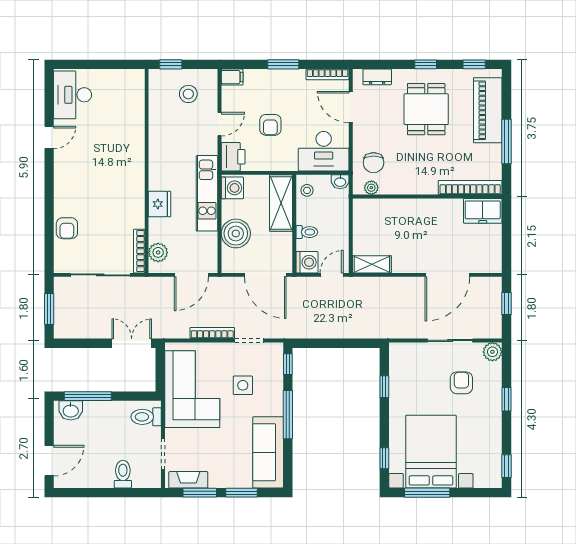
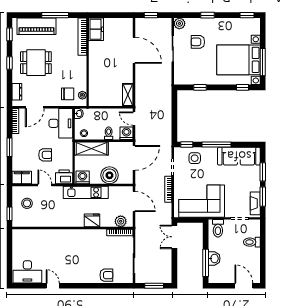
filing cabinet: (232, 77) -> (22, 177), width x2.00
side table: (243, 385) -> (195, 158), moved
washbasin: (71, 410) -> (214, 258), moved

